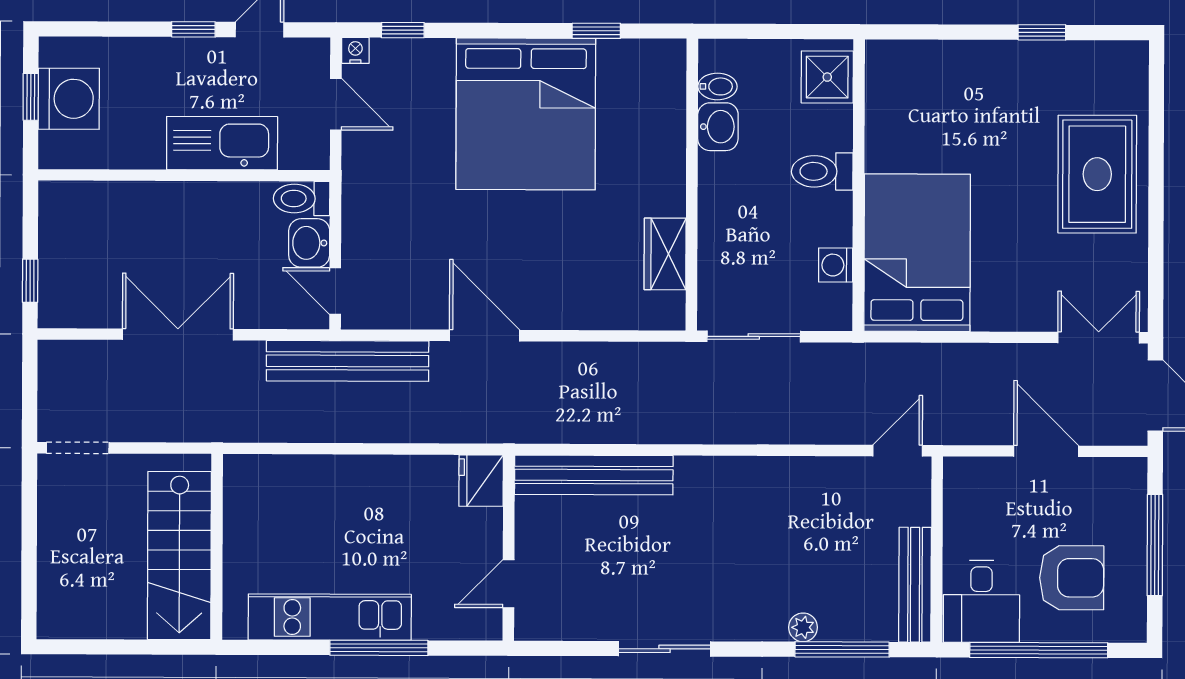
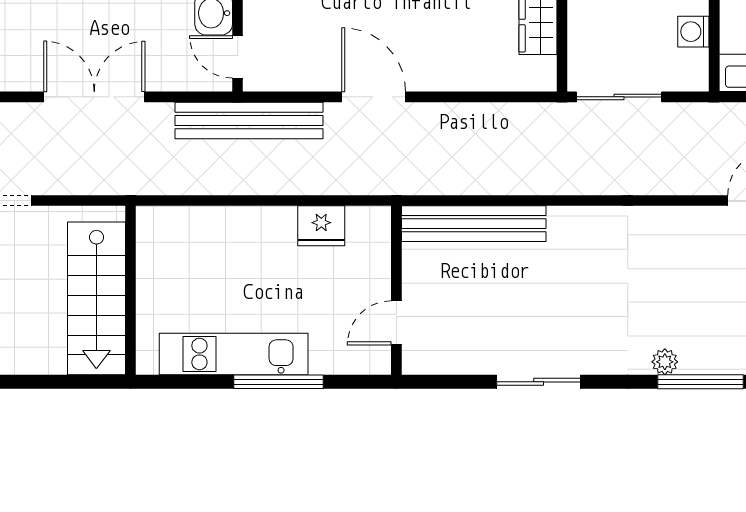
fridge: (481, 481) -> (321, 226), moved, turned -90

